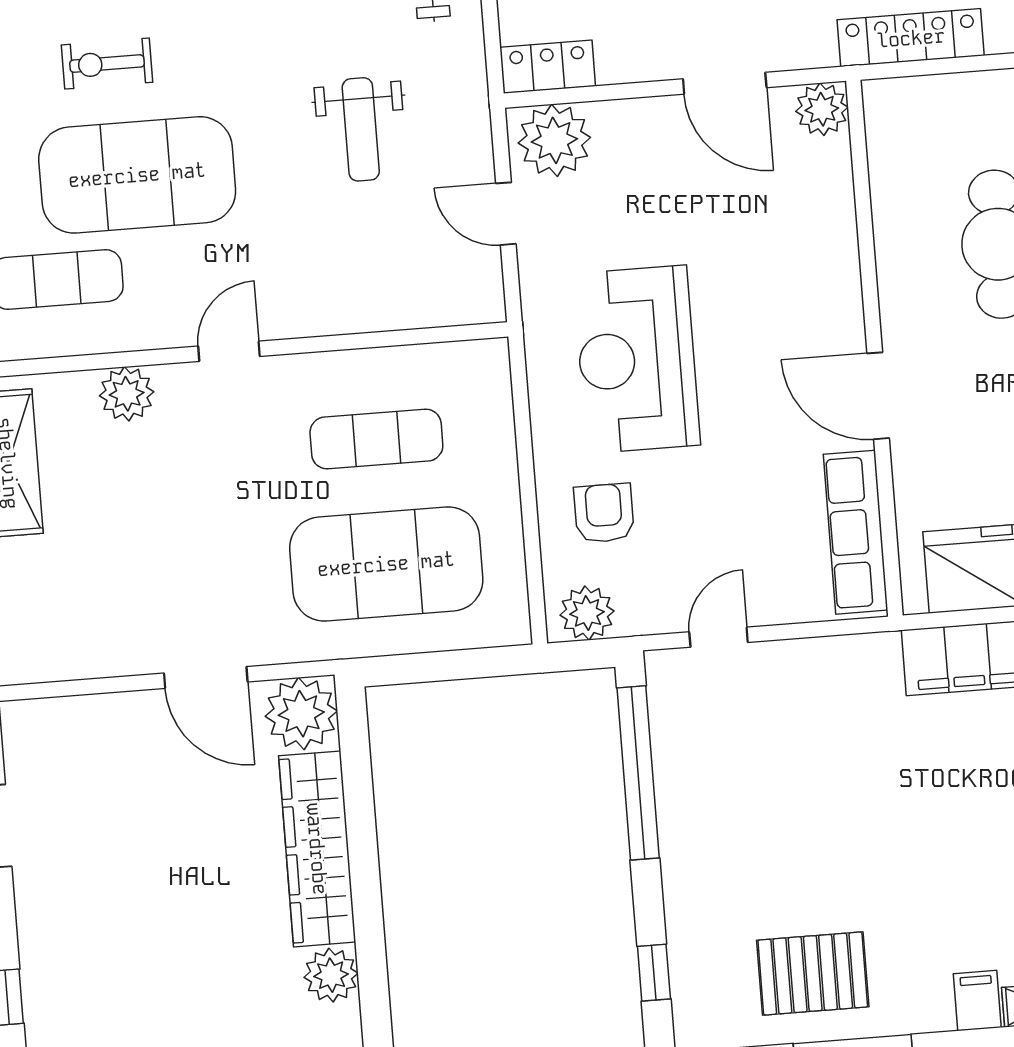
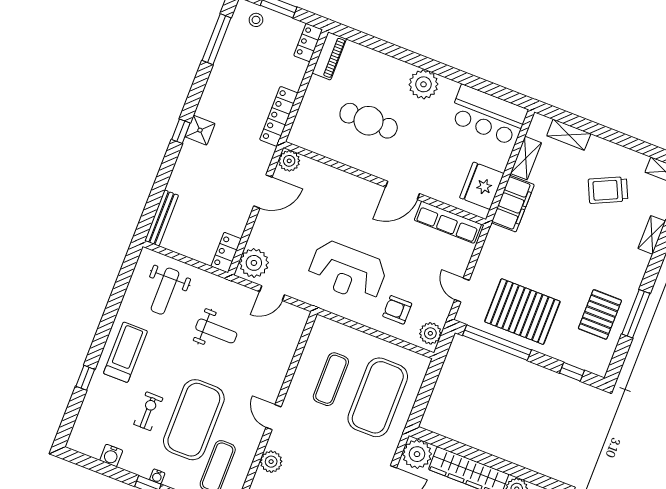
exercise bike: (107, 64) -> (148, 411), turned 180
pallet: (736, 796) -> (522, 312), added
filing cabinet: (977, 1001) -> (638, 260), removed

